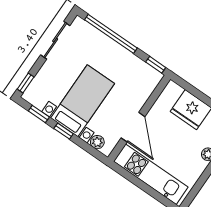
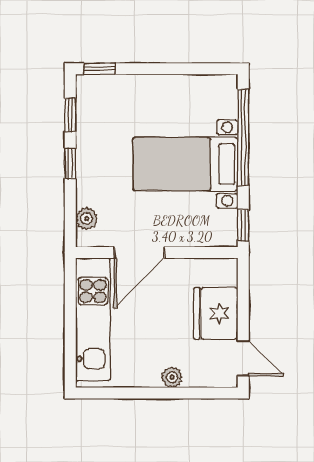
sliding door: (55, 40) -> (184, 69), removed
bed with nightstands: (83, 101) -> (185, 164), moved, turned 180

